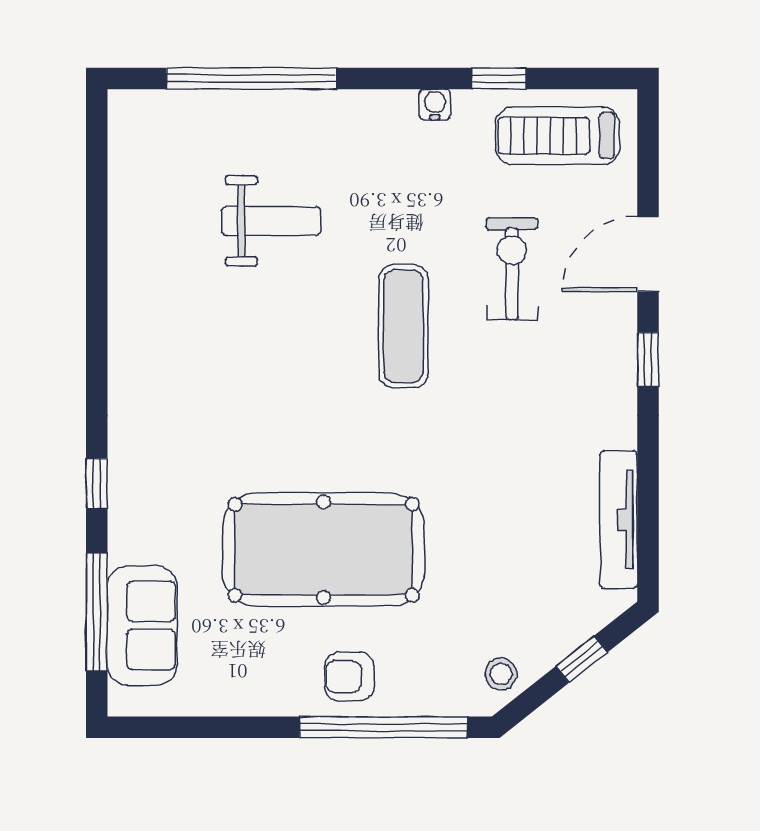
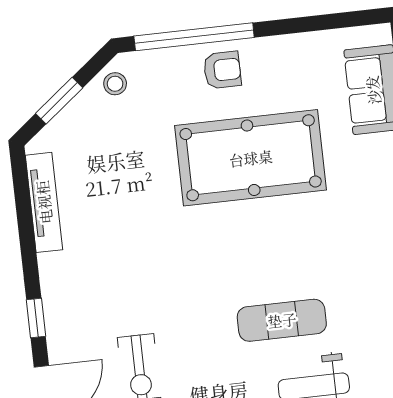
exercise mat: (403, 326) -> (282, 320), moved, turned 90
window: (582, 659) -> (59, 101), width x1.50

